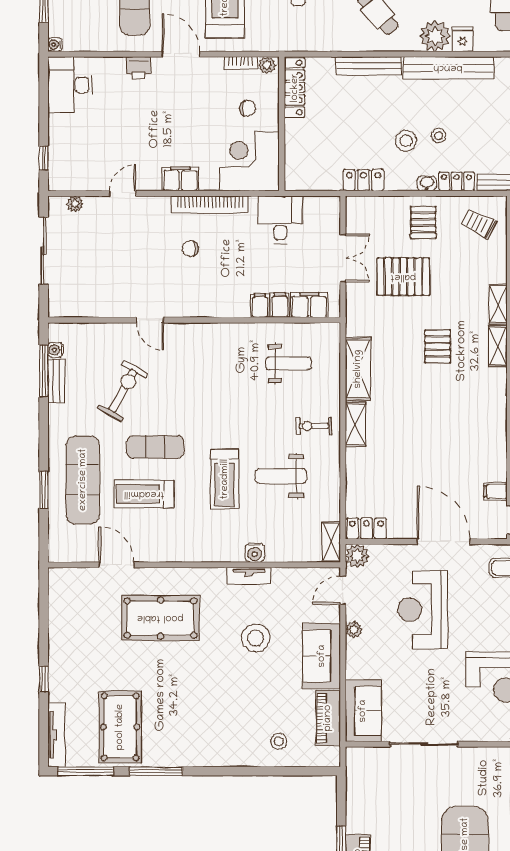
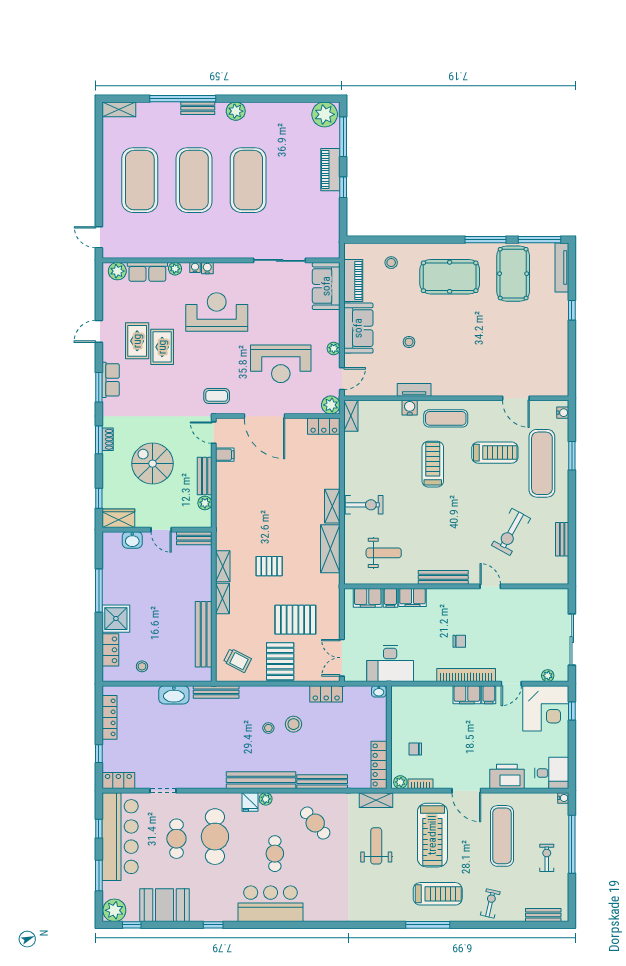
plant: (435, 36) -> (266, 799), width x0.53, depth x0.53
shelving: (299, 42) -> (376, 800), added
printer: (139, 67) -> (507, 776), width x1.87, depth x1.48
desk: (70, 85) -> (552, 773), width x0.73
corner desk: (250, 161) -> (546, 708), moved
filing cabinet: (152, 179) -> (489, 695), added
locker: (457, 181) -> (255, 693), removed
washbasin: (427, 183) -> (379, 691), moved
bookcase: (210, 205) -> (466, 675), moved
desk: (280, 220) -> (390, 663), width x1.37
pallet: (423, 222) -> (280, 661), width x1.50, depth x1.42
double door: (343, 258) -> (342, 658), moved
filing cabinet: (260, 306) -> (413, 597), width x2.00
bench: (211, 332) -> (443, 577), added
pallet: (438, 346) -> (269, 566), turned 90
water cooler: (55, 350) -> (563, 413), moved
weight bench: (289, 364) -> (384, 553), turned 180
window: (44, 371) -> (572, 547), removed
exercise bike: (314, 426) -> (364, 505), width x1.38, depth x1.39
exercise mat: (155, 447) -> (446, 418), moved
weight bench: (281, 476) -> (390, 466), removed
reception desk: (422, 610) -> (281, 364), turned 90
pool table: (160, 618) -> (450, 277), moved
stool: (256, 638) -> (409, 342), width x0.53, depth x0.53

